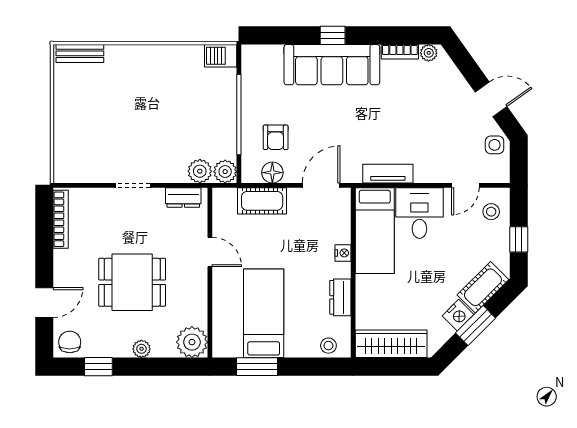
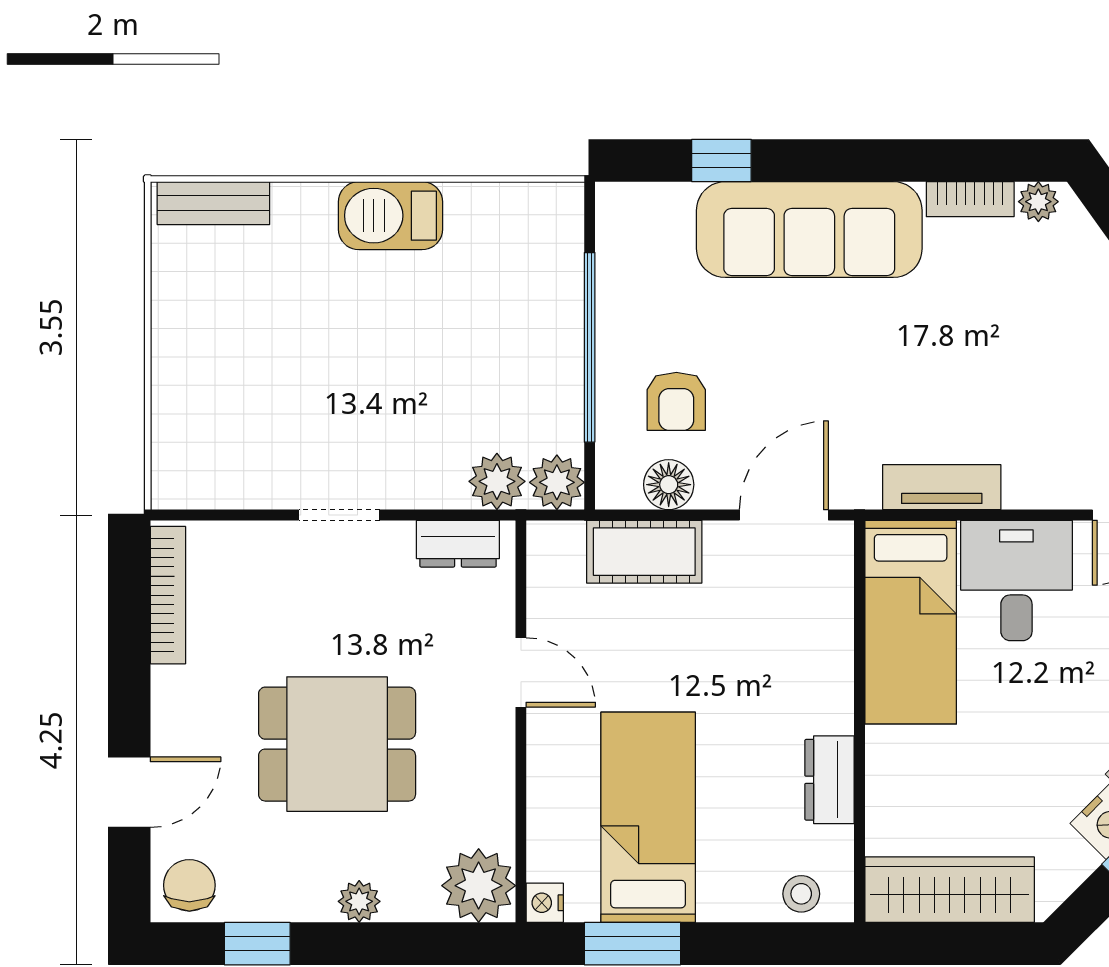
window: (333, 35) -> (721, 160), moved
barbecue: (221, 56) -> (390, 216), moved, width x1.38, depth x1.27
nightstand: (343, 253) -> (545, 903), moved, turned 180

